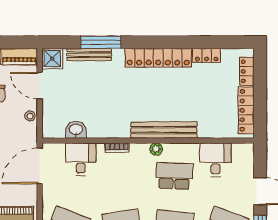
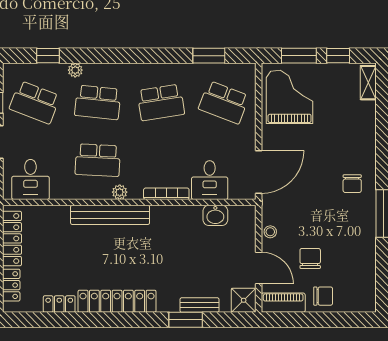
window: (101, 42) -> (186, 320), width x0.69
bench: (89, 55) -> (199, 305), width x0.73
bookcase: (117, 148) -> (166, 194), width x1.56
desk: (216, 160) -> (30, 179), moved

